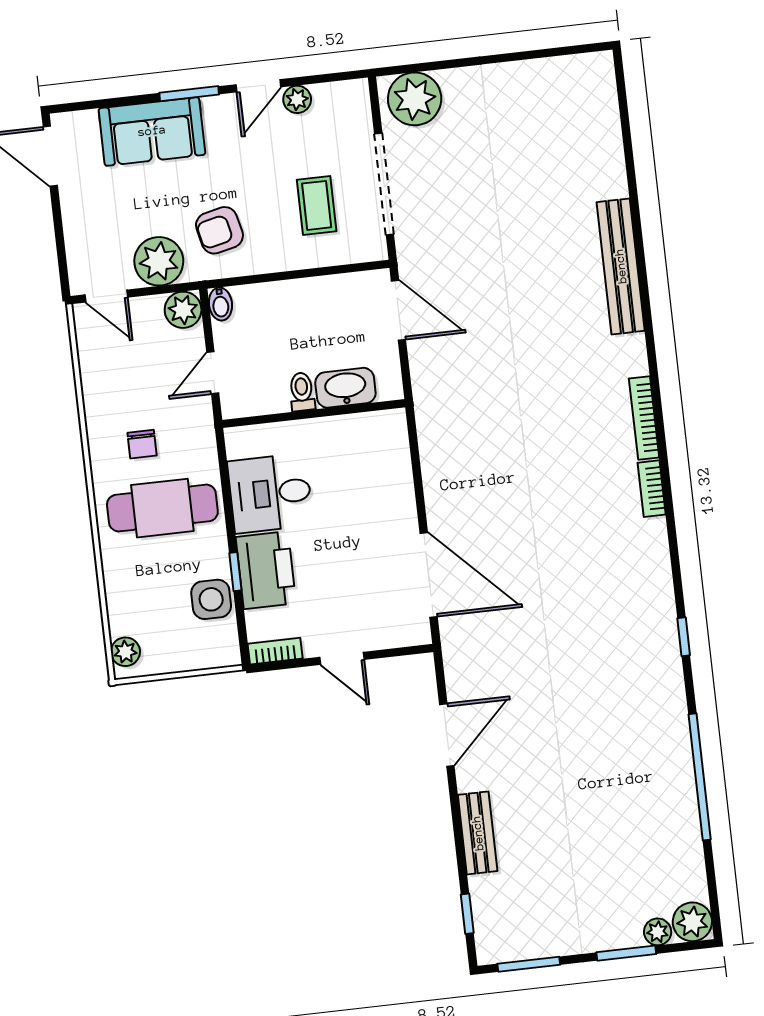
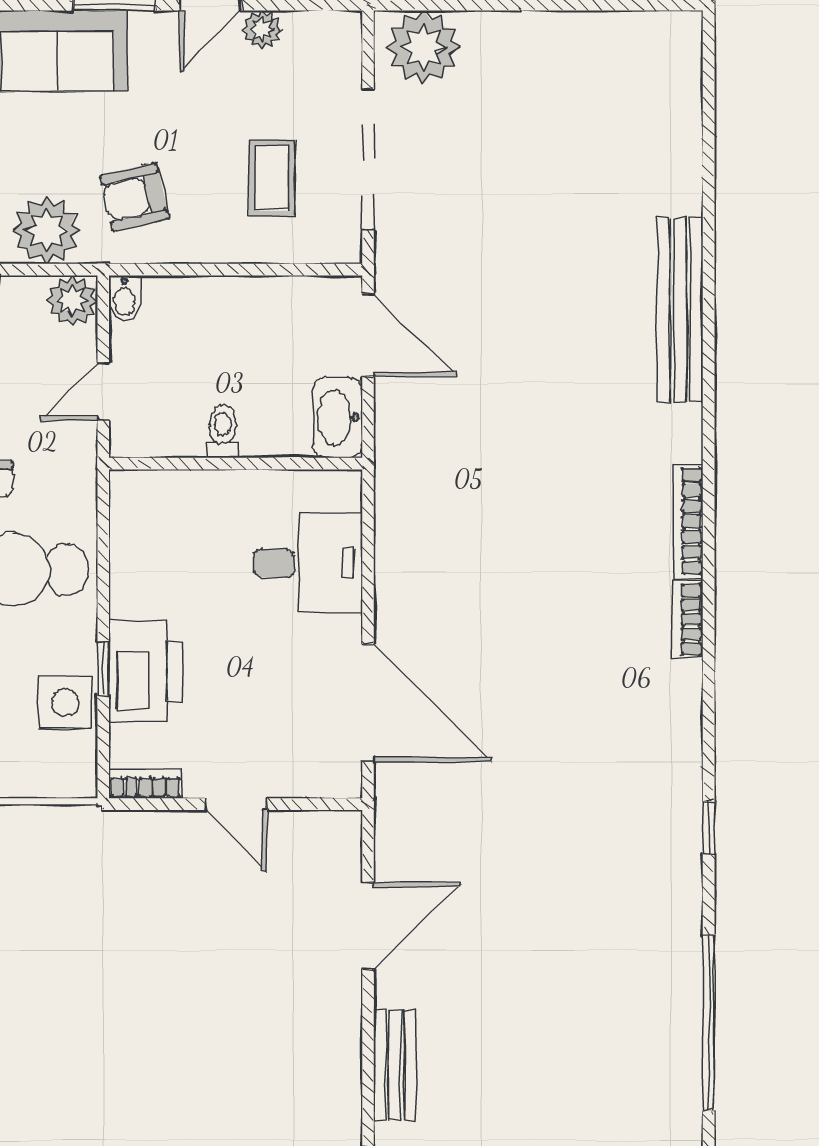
washbasin: (345, 388) -> (338, 417), moved, turned -90
desk: (270, 493) -> (308, 563), moved, turned 180

